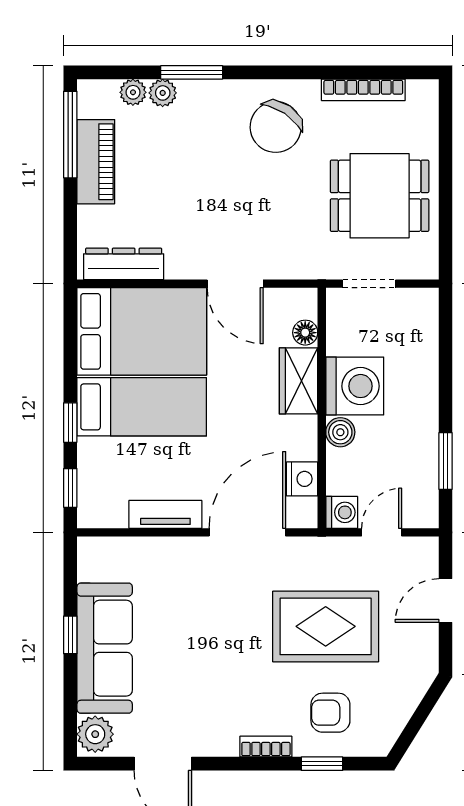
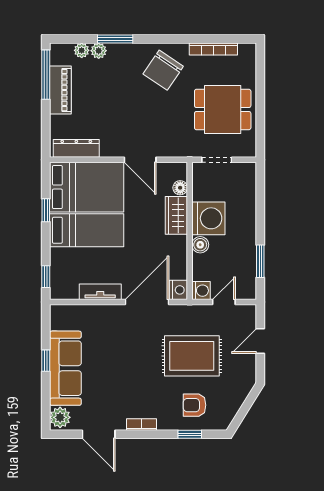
window: (70, 423) -> (46, 210), moved
nightstand: (302, 479) -> (178, 290), moved
bookcase: (266, 747) -> (141, 425), moved

